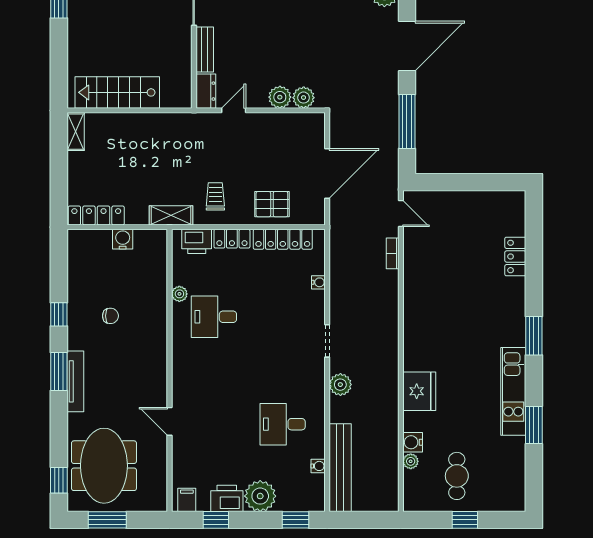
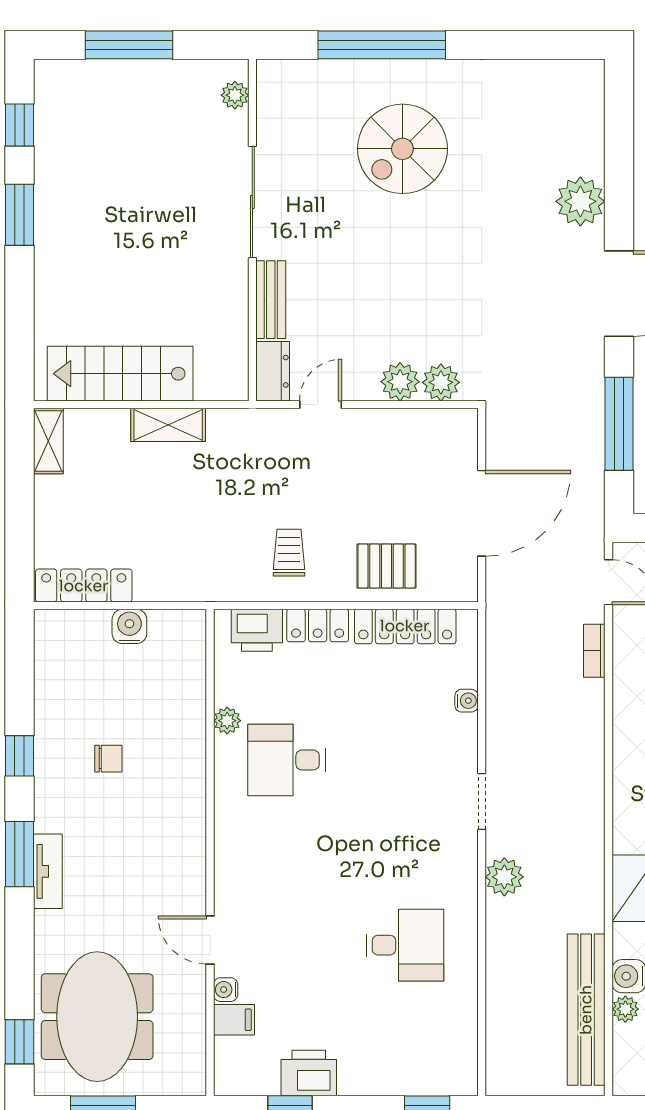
shelving: (171, 215) -> (168, 425), moved
tv unit: (75, 381) -> (48, 871), width x0.71
desk: (283, 424) -> (405, 945), turned 180
water cooler: (318, 466) -> (226, 990), moved, turned 180
bench: (340, 468) -> (586, 1010), moved
plant: (260, 496) -> (366, 1069), removed
filing cabinet: (187, 500) -> (234, 1020), moved, turned 90

